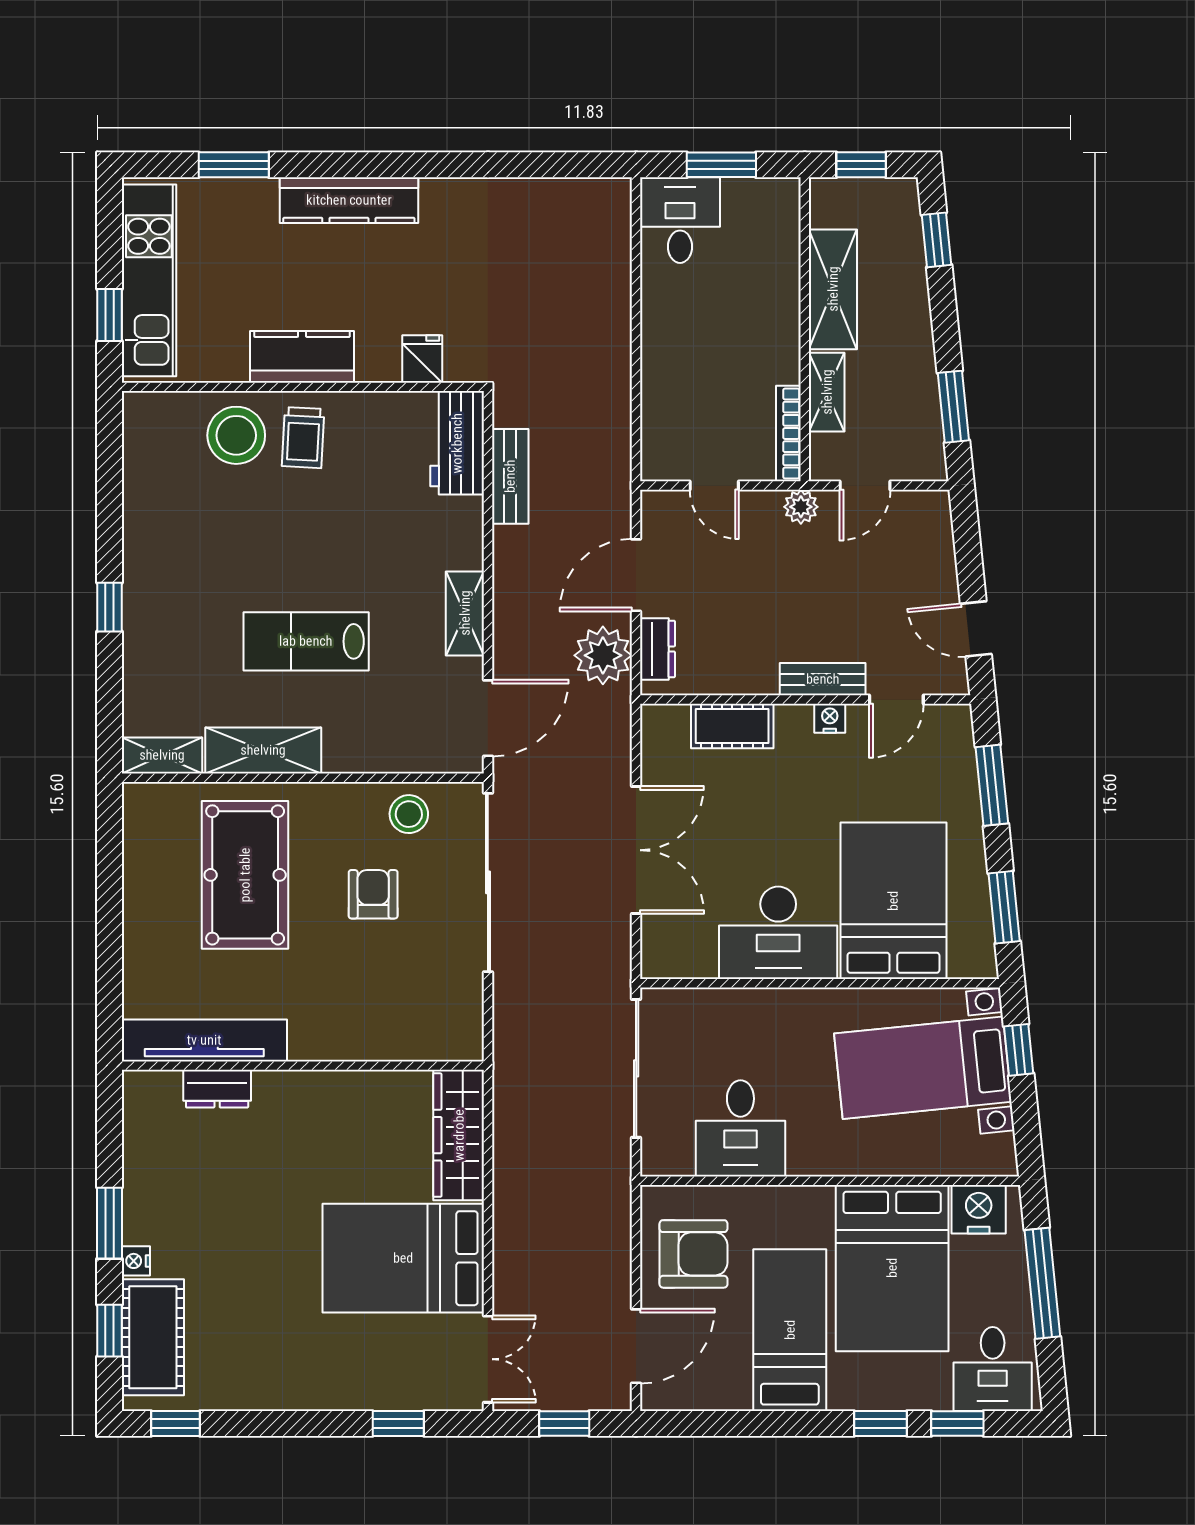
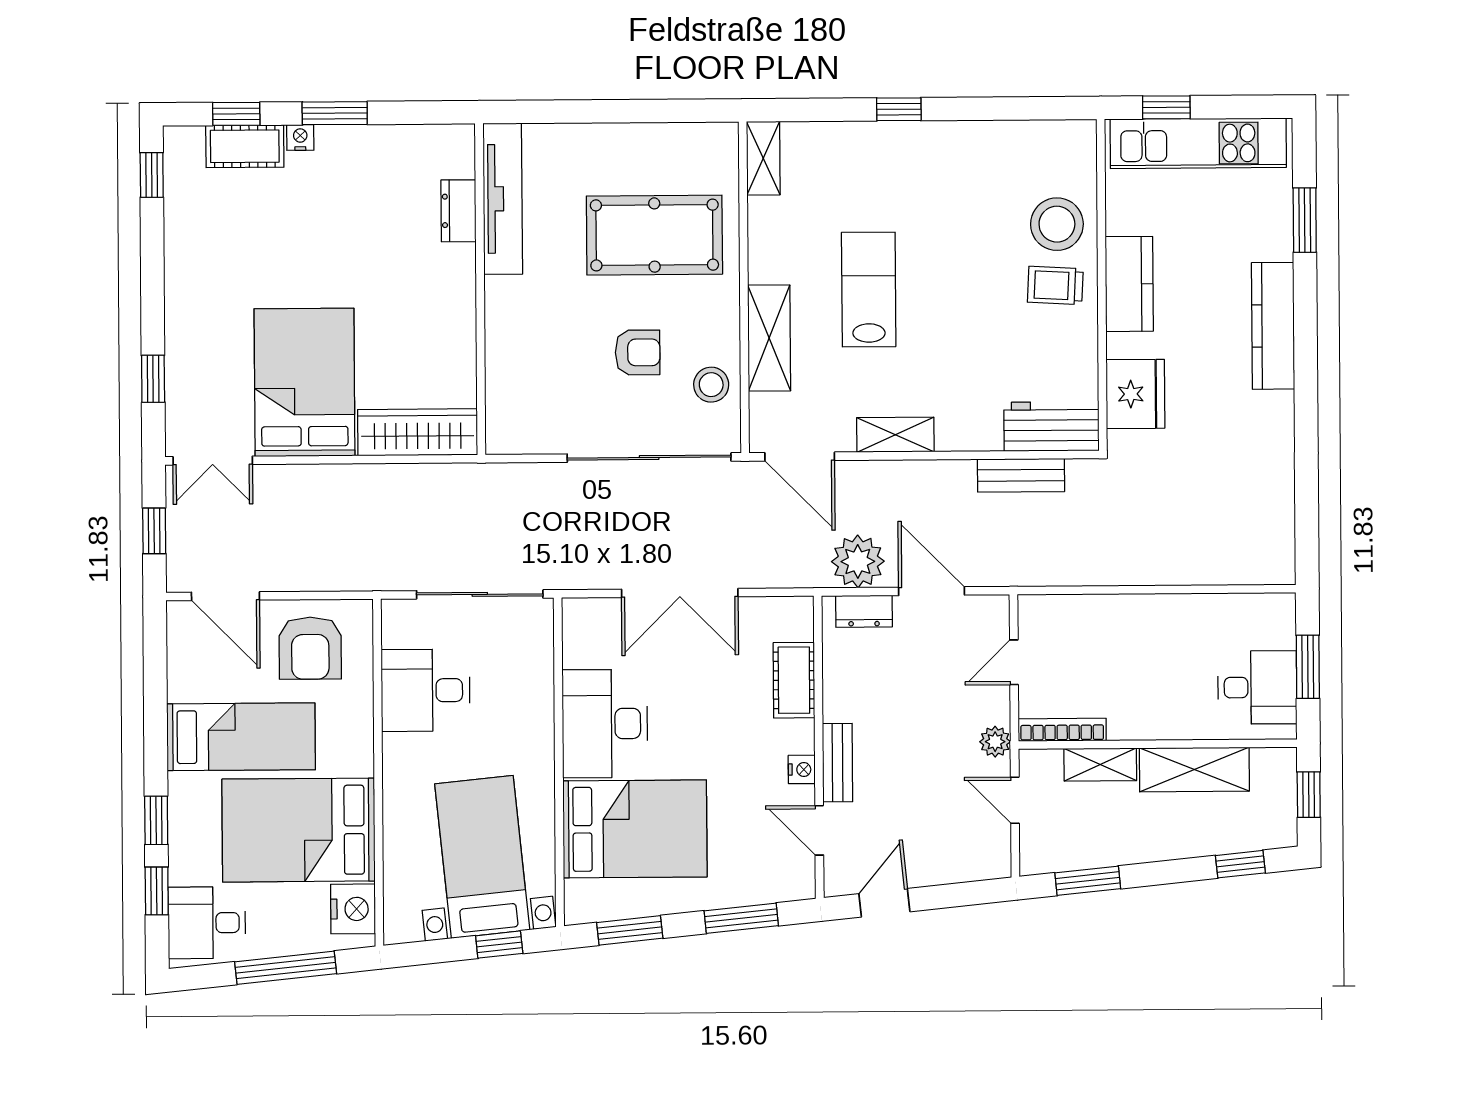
desk: (680, 220) -> (1257, 687), moved
fridge: (422, 359) -> (1135, 394), width x1.88, depth x1.34
shelving: (263, 750) -> (769, 338), moved
cot: (153, 1337) -> (245, 146), width x0.73, depth x0.75

